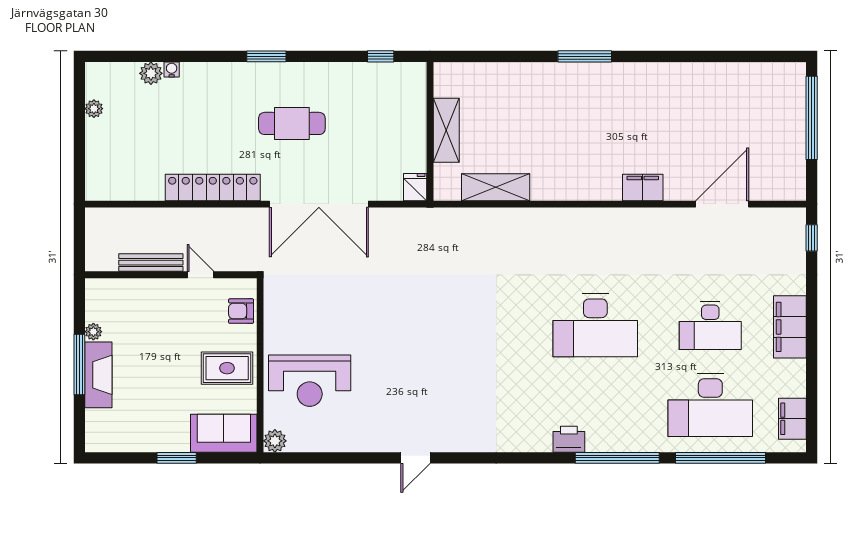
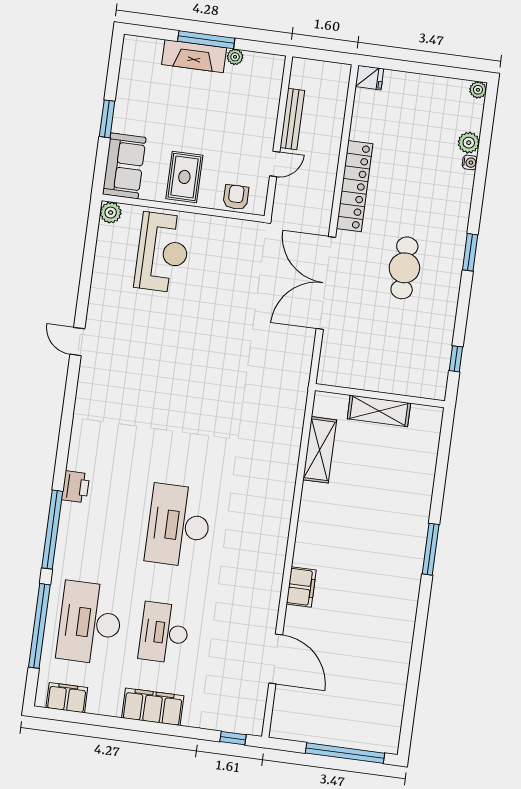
plant: (94, 109) -> (478, 90), moved
fridge: (415, 187) -> (369, 78), moved
reception desk: (310, 381) -> (162, 252), turned 180

